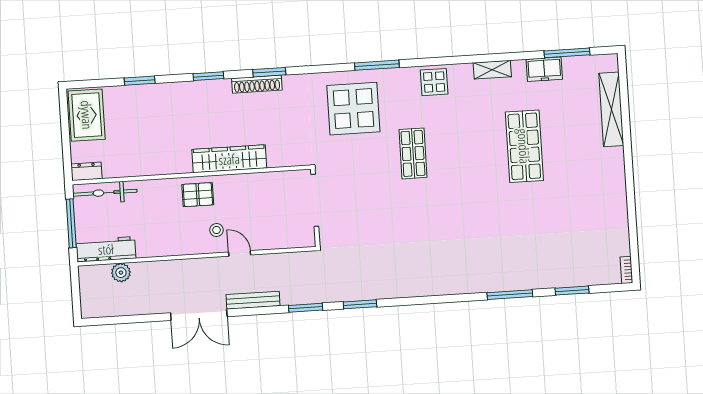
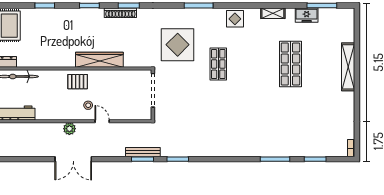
display table: (353, 109) -> (178, 45), moved
shelving: (611, 109) -> (348, 67), moved
plant: (121, 273) -> (69, 129), moved
bench: (253, 300) -> (143, 152), moved

